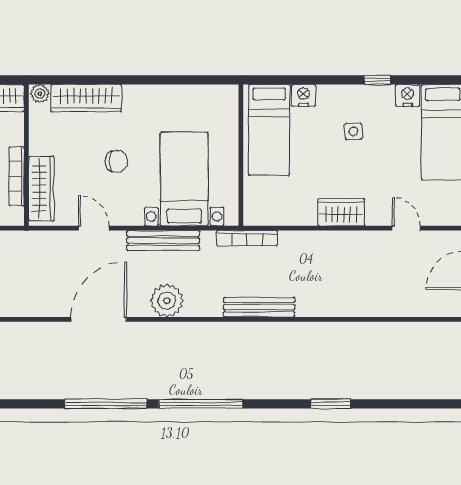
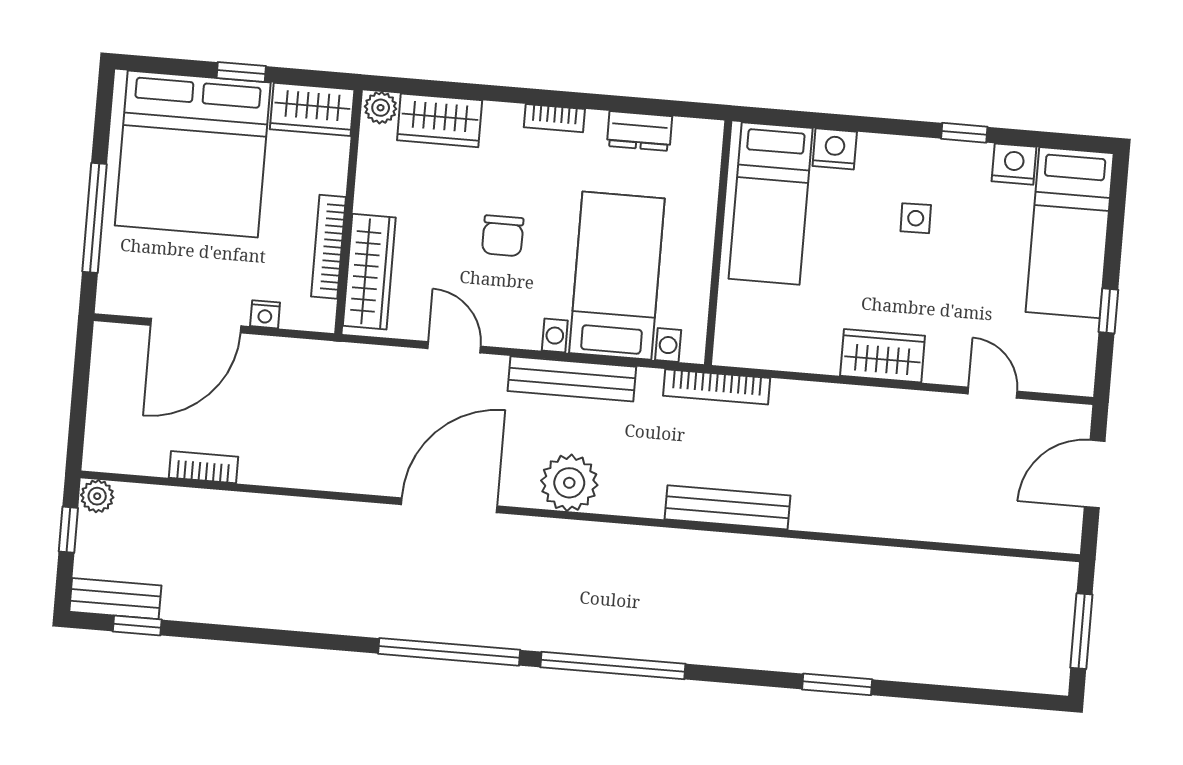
bookcase: (141, 91) -> (554, 118), added
dresser: (190, 95) -> (639, 131), added
wardrobe: (86, 98) -> (440, 120), width x0.67
chair: (116, 161) -> (503, 236), turned 90

